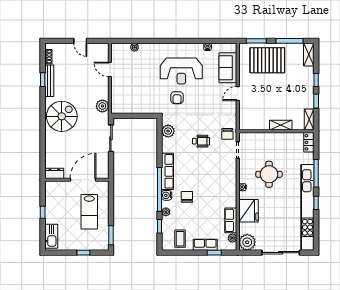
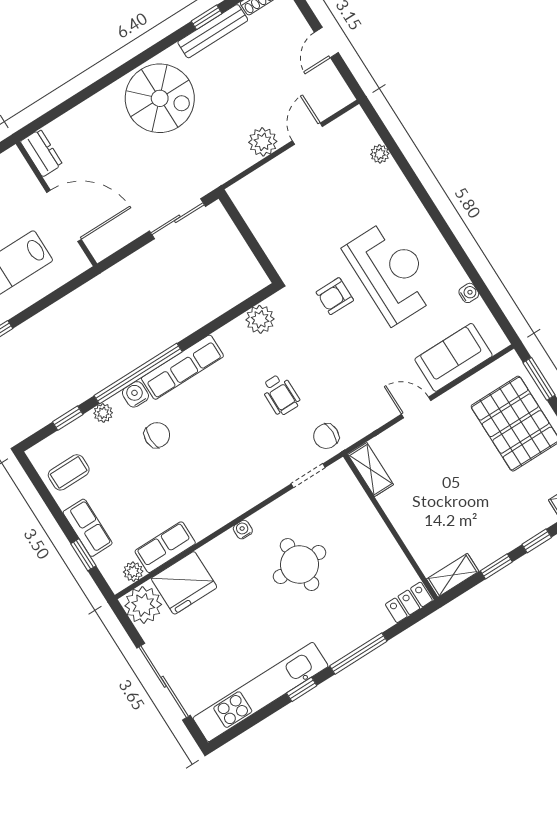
reception desk: (181, 71) -> (391, 272), turned 180
plant: (102, 106) -> (263, 142), moved
shelving: (281, 125) -> (371, 470), moved
kitchen unit: (307, 207) -> (261, 692), width x0.73
fridge: (249, 211) -> (184, 583), moved

